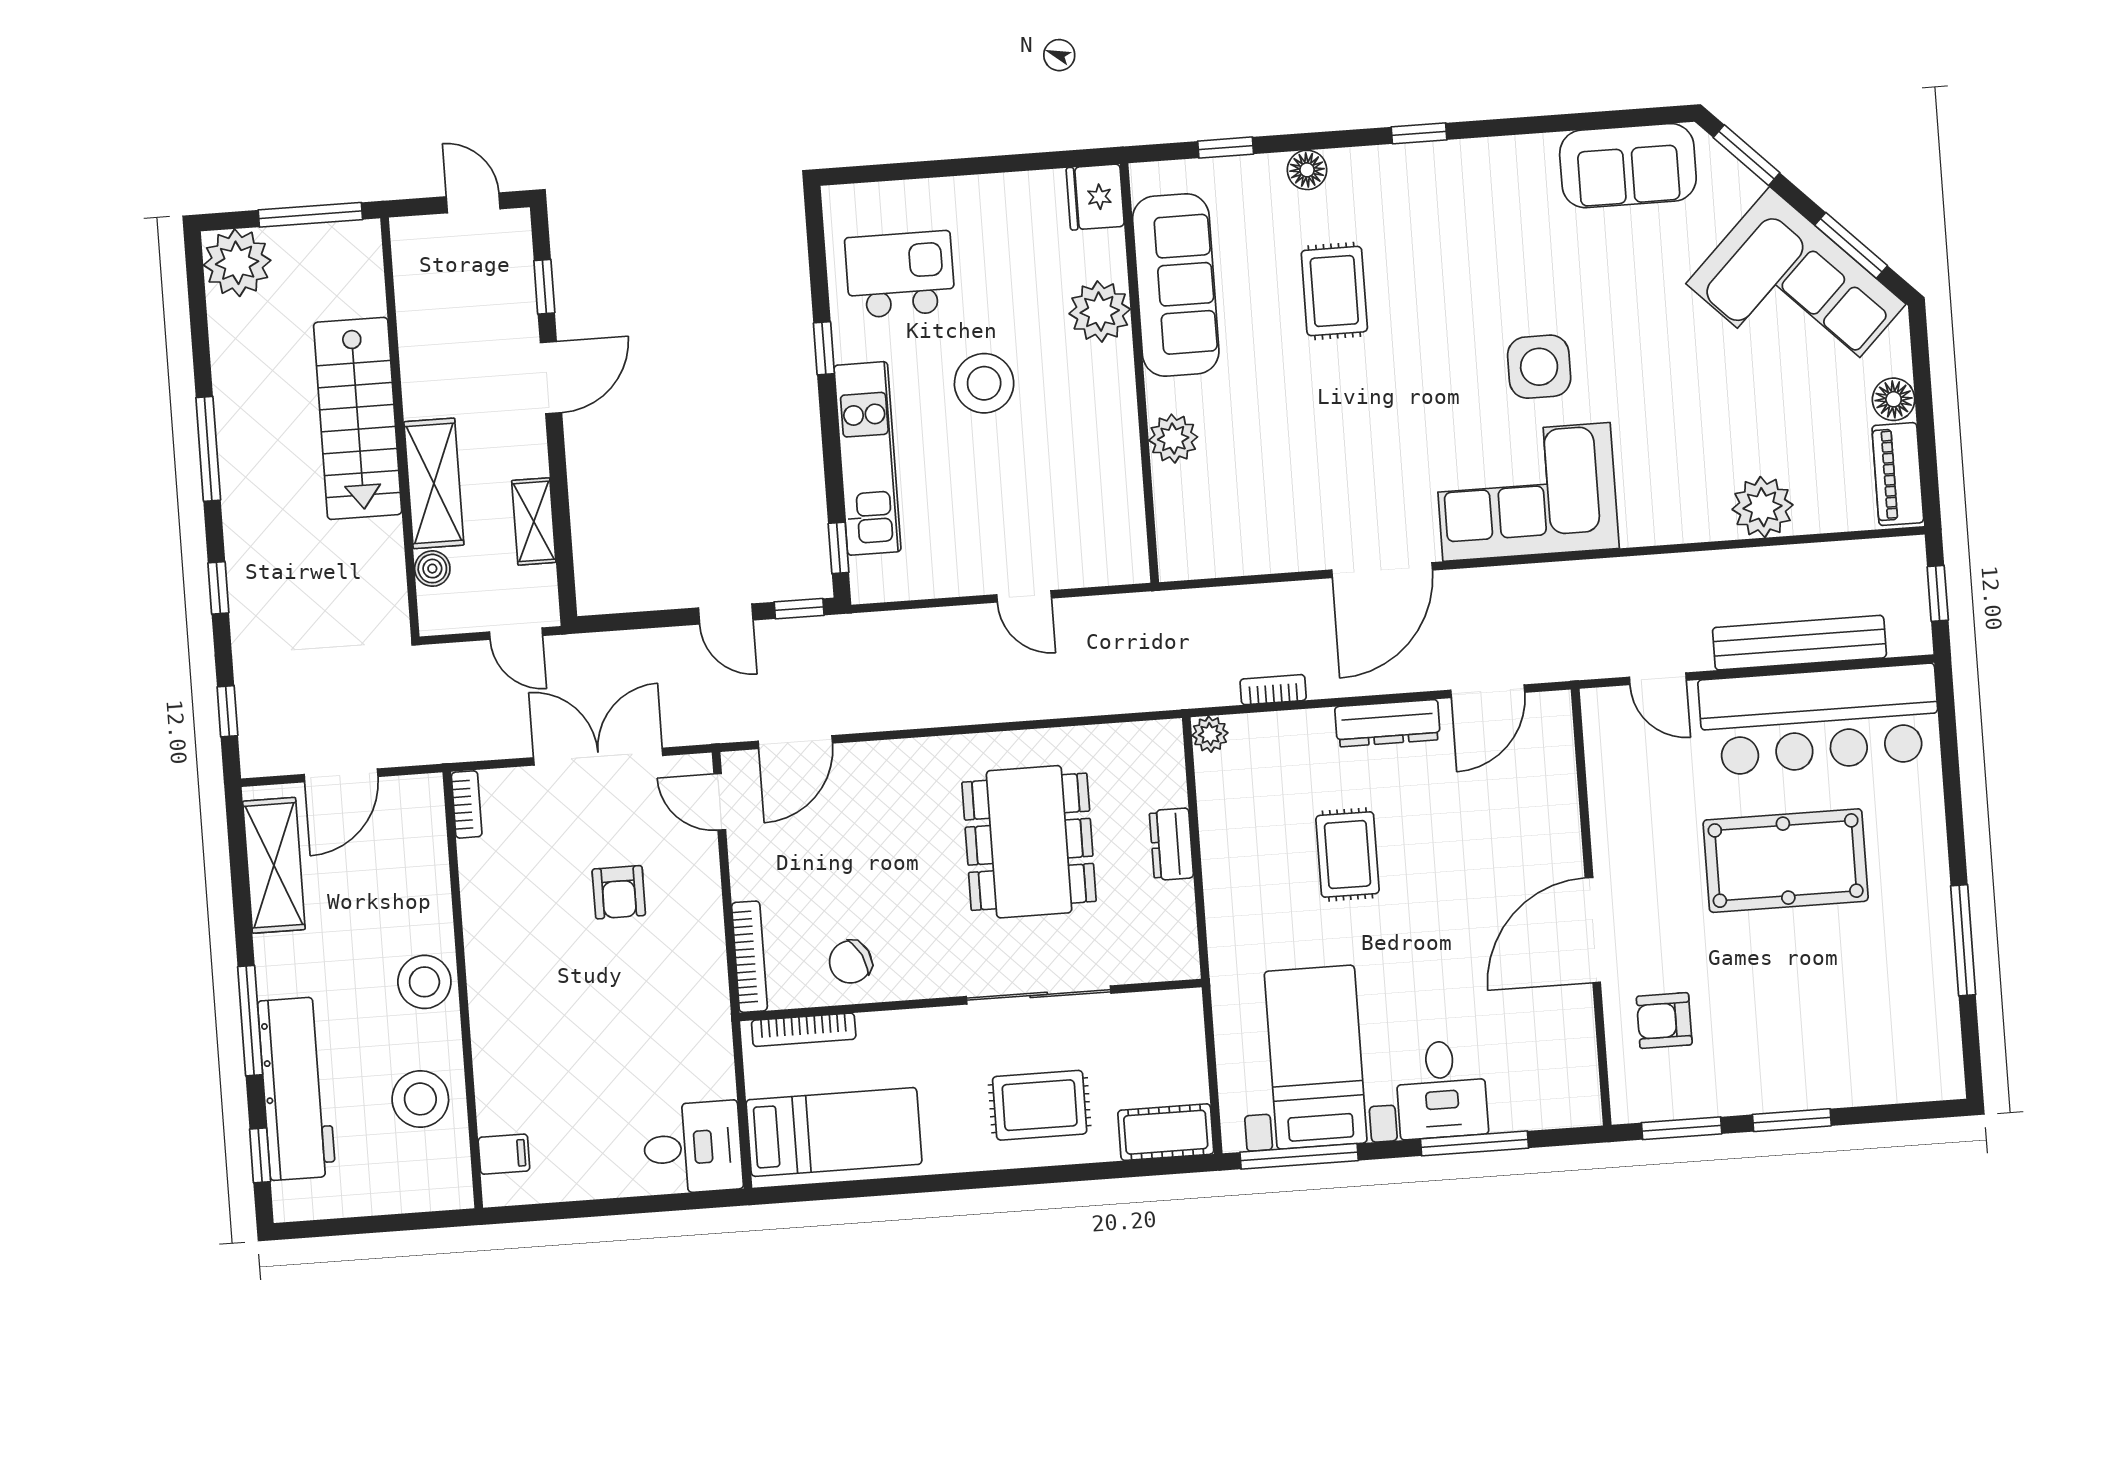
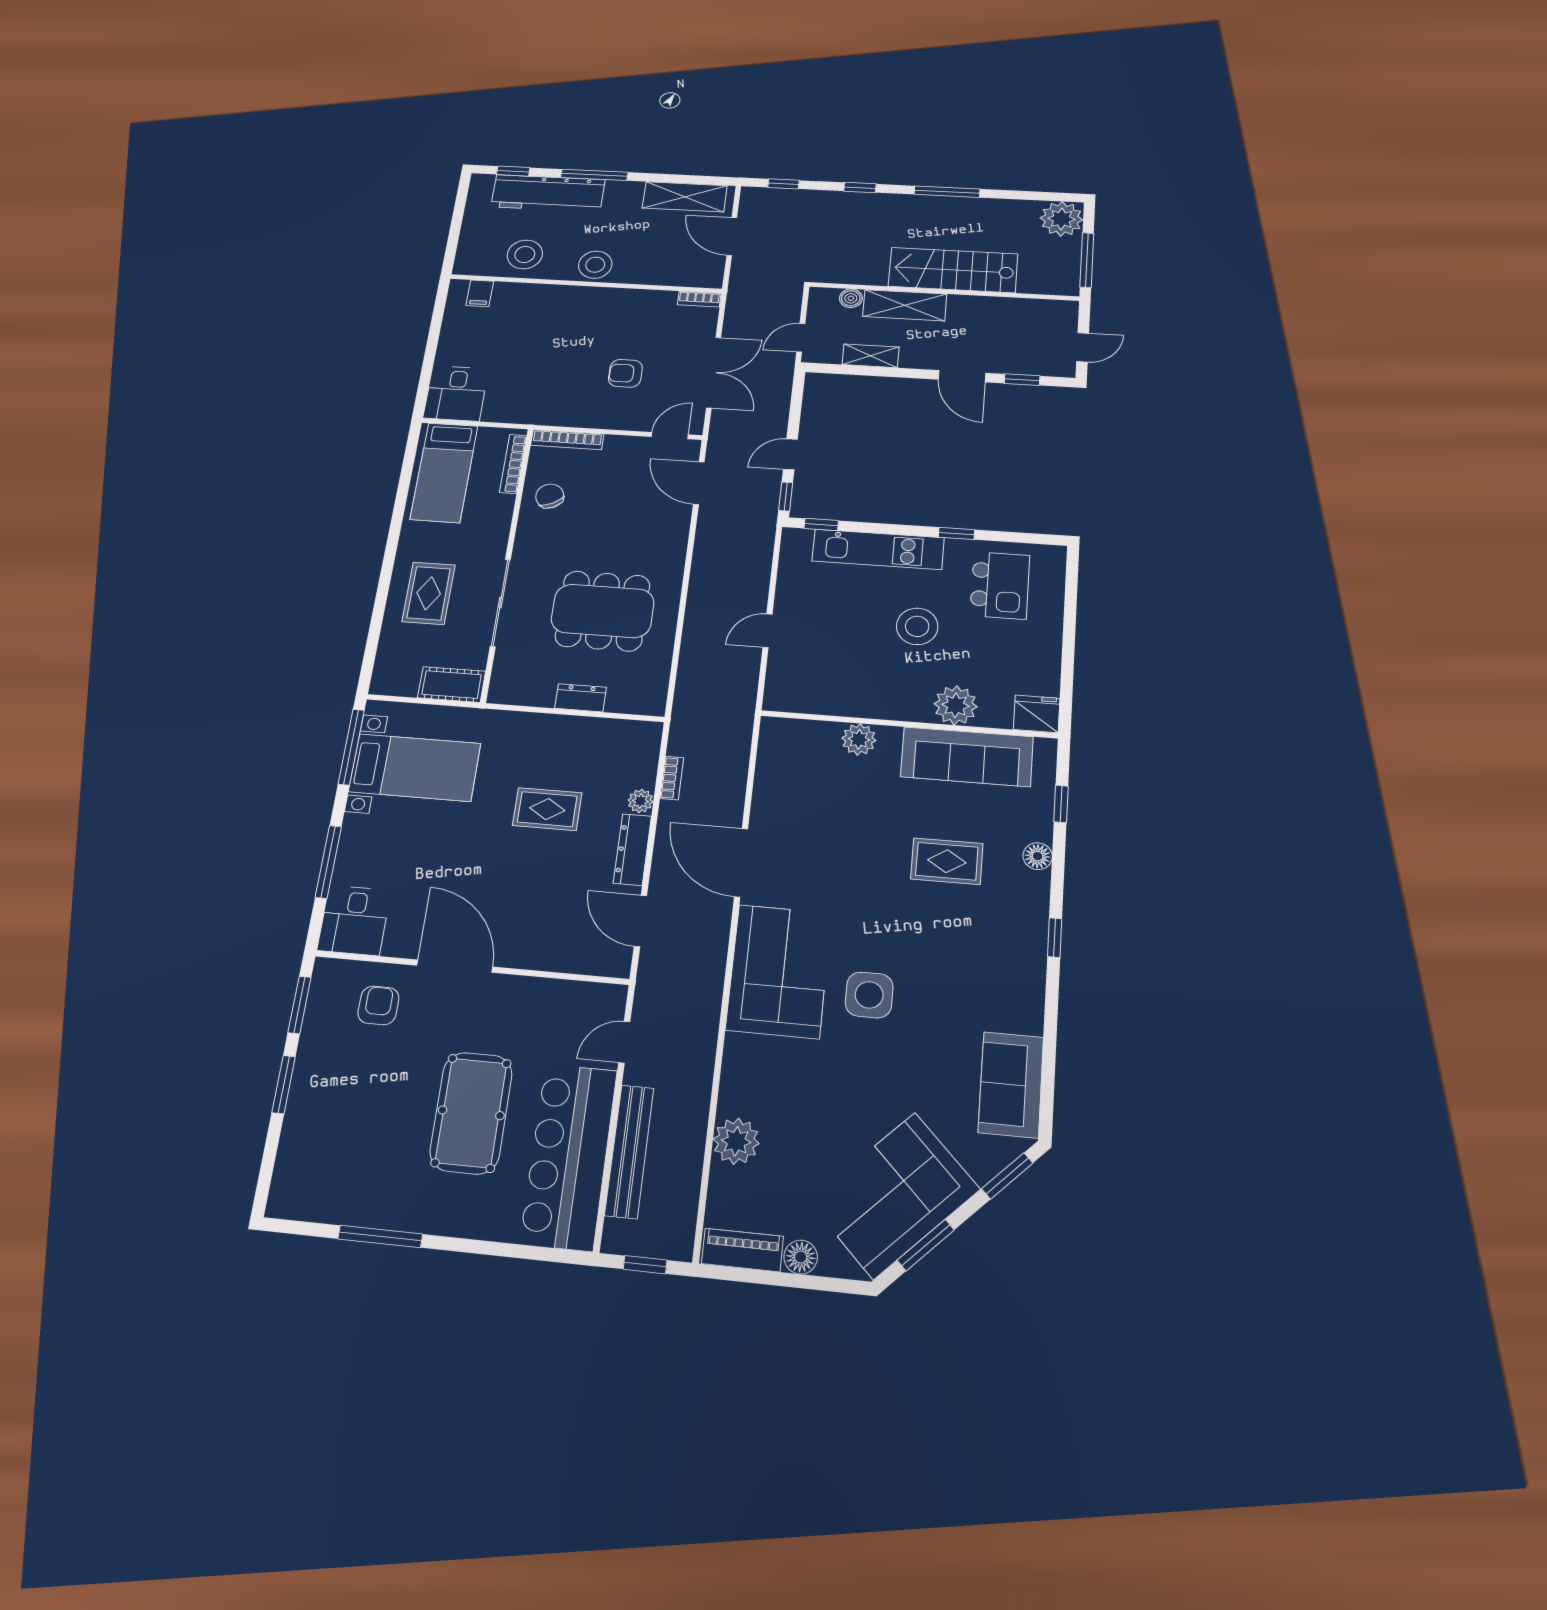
plant: (1210, 734) -> (641, 801), moved
desk: (1441, 1089) -> (354, 920), moved, turned -90
cot: (1166, 1132) -> (452, 685), moved, turned 90

